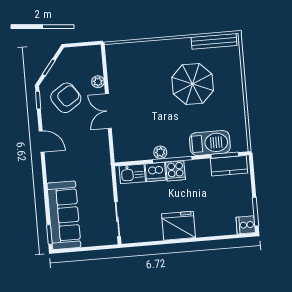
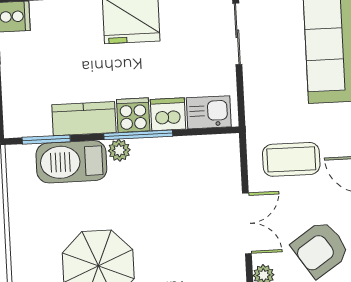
coffee table: (84, 149) -> (291, 159), added
plant: (160, 152) -> (119, 150), moved
kitchen counter: (229, 166) -> (84, 119), moved

